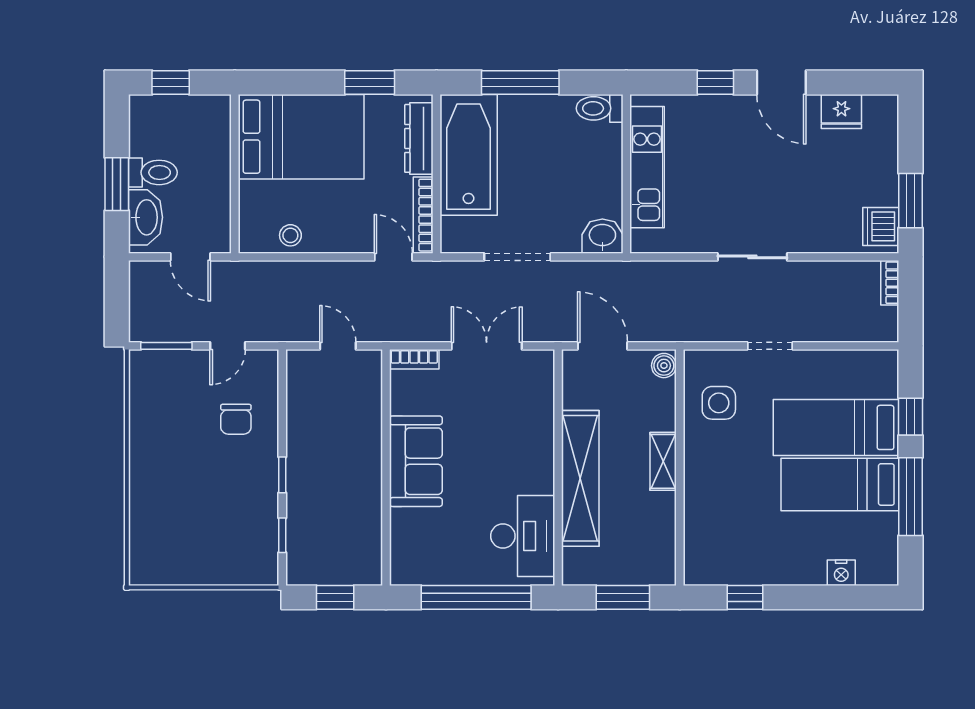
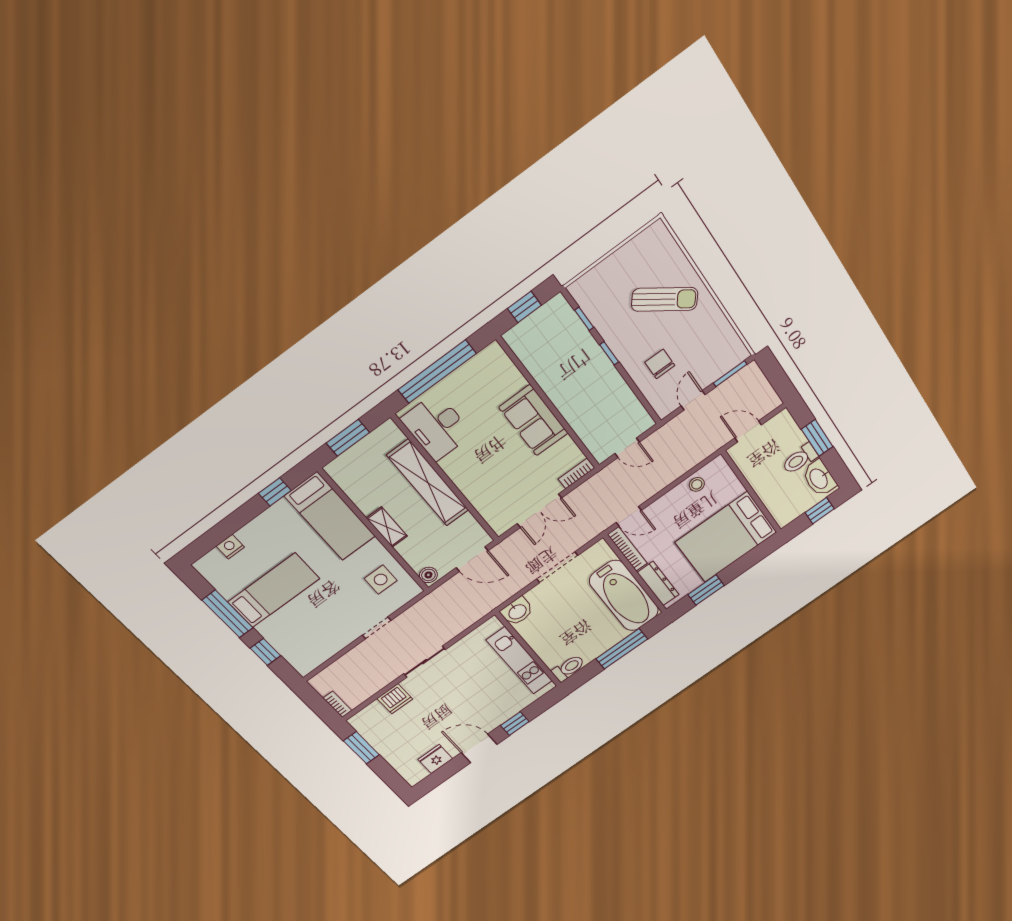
washbasin: (146, 217) -> (819, 478), moved
dishwasher: (881, 226) -> (395, 699), moved, turned 90
bed: (836, 427) -> (330, 516), moved, turned 90
sun lounger: (182, 490) -> (665, 299), added

